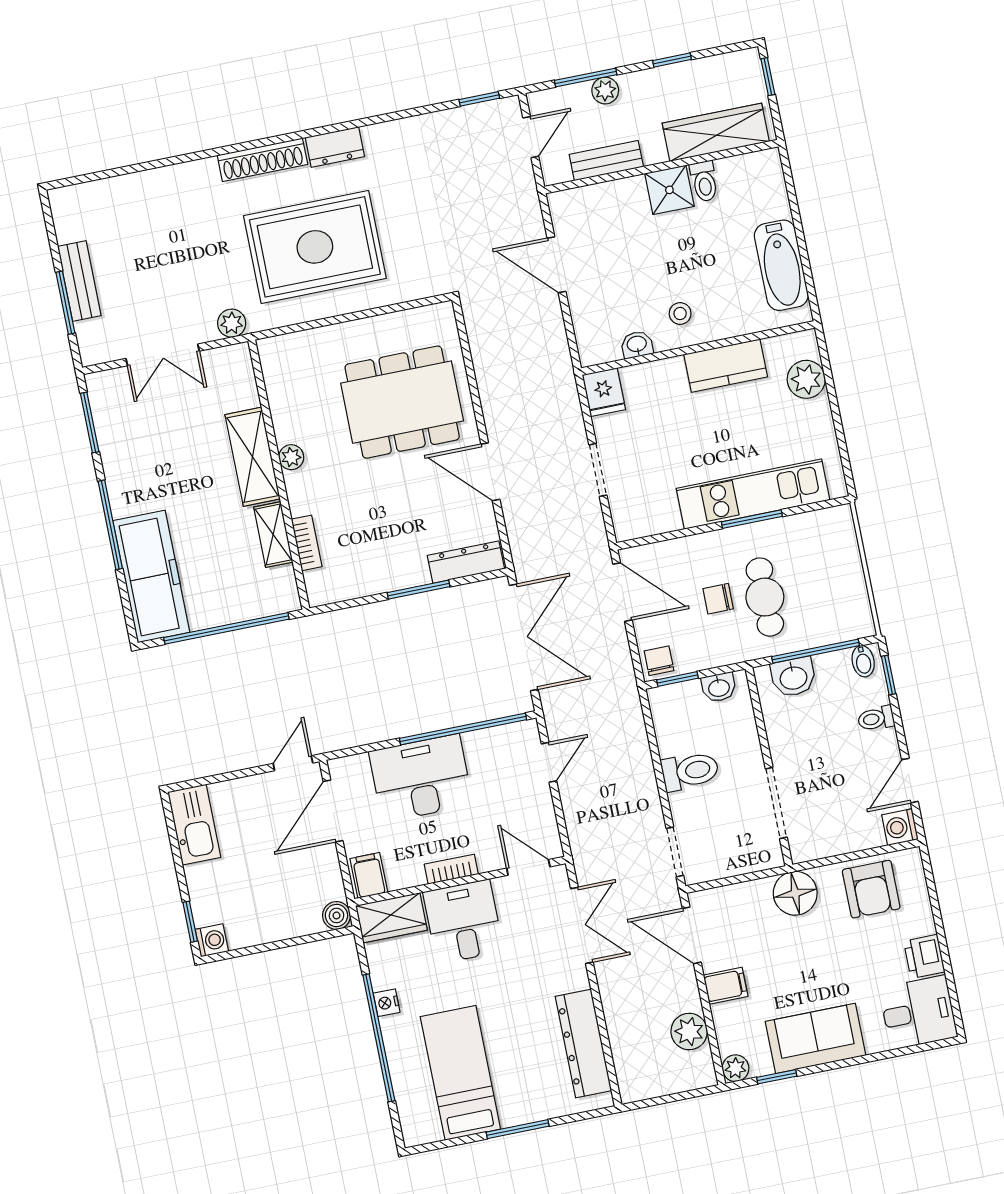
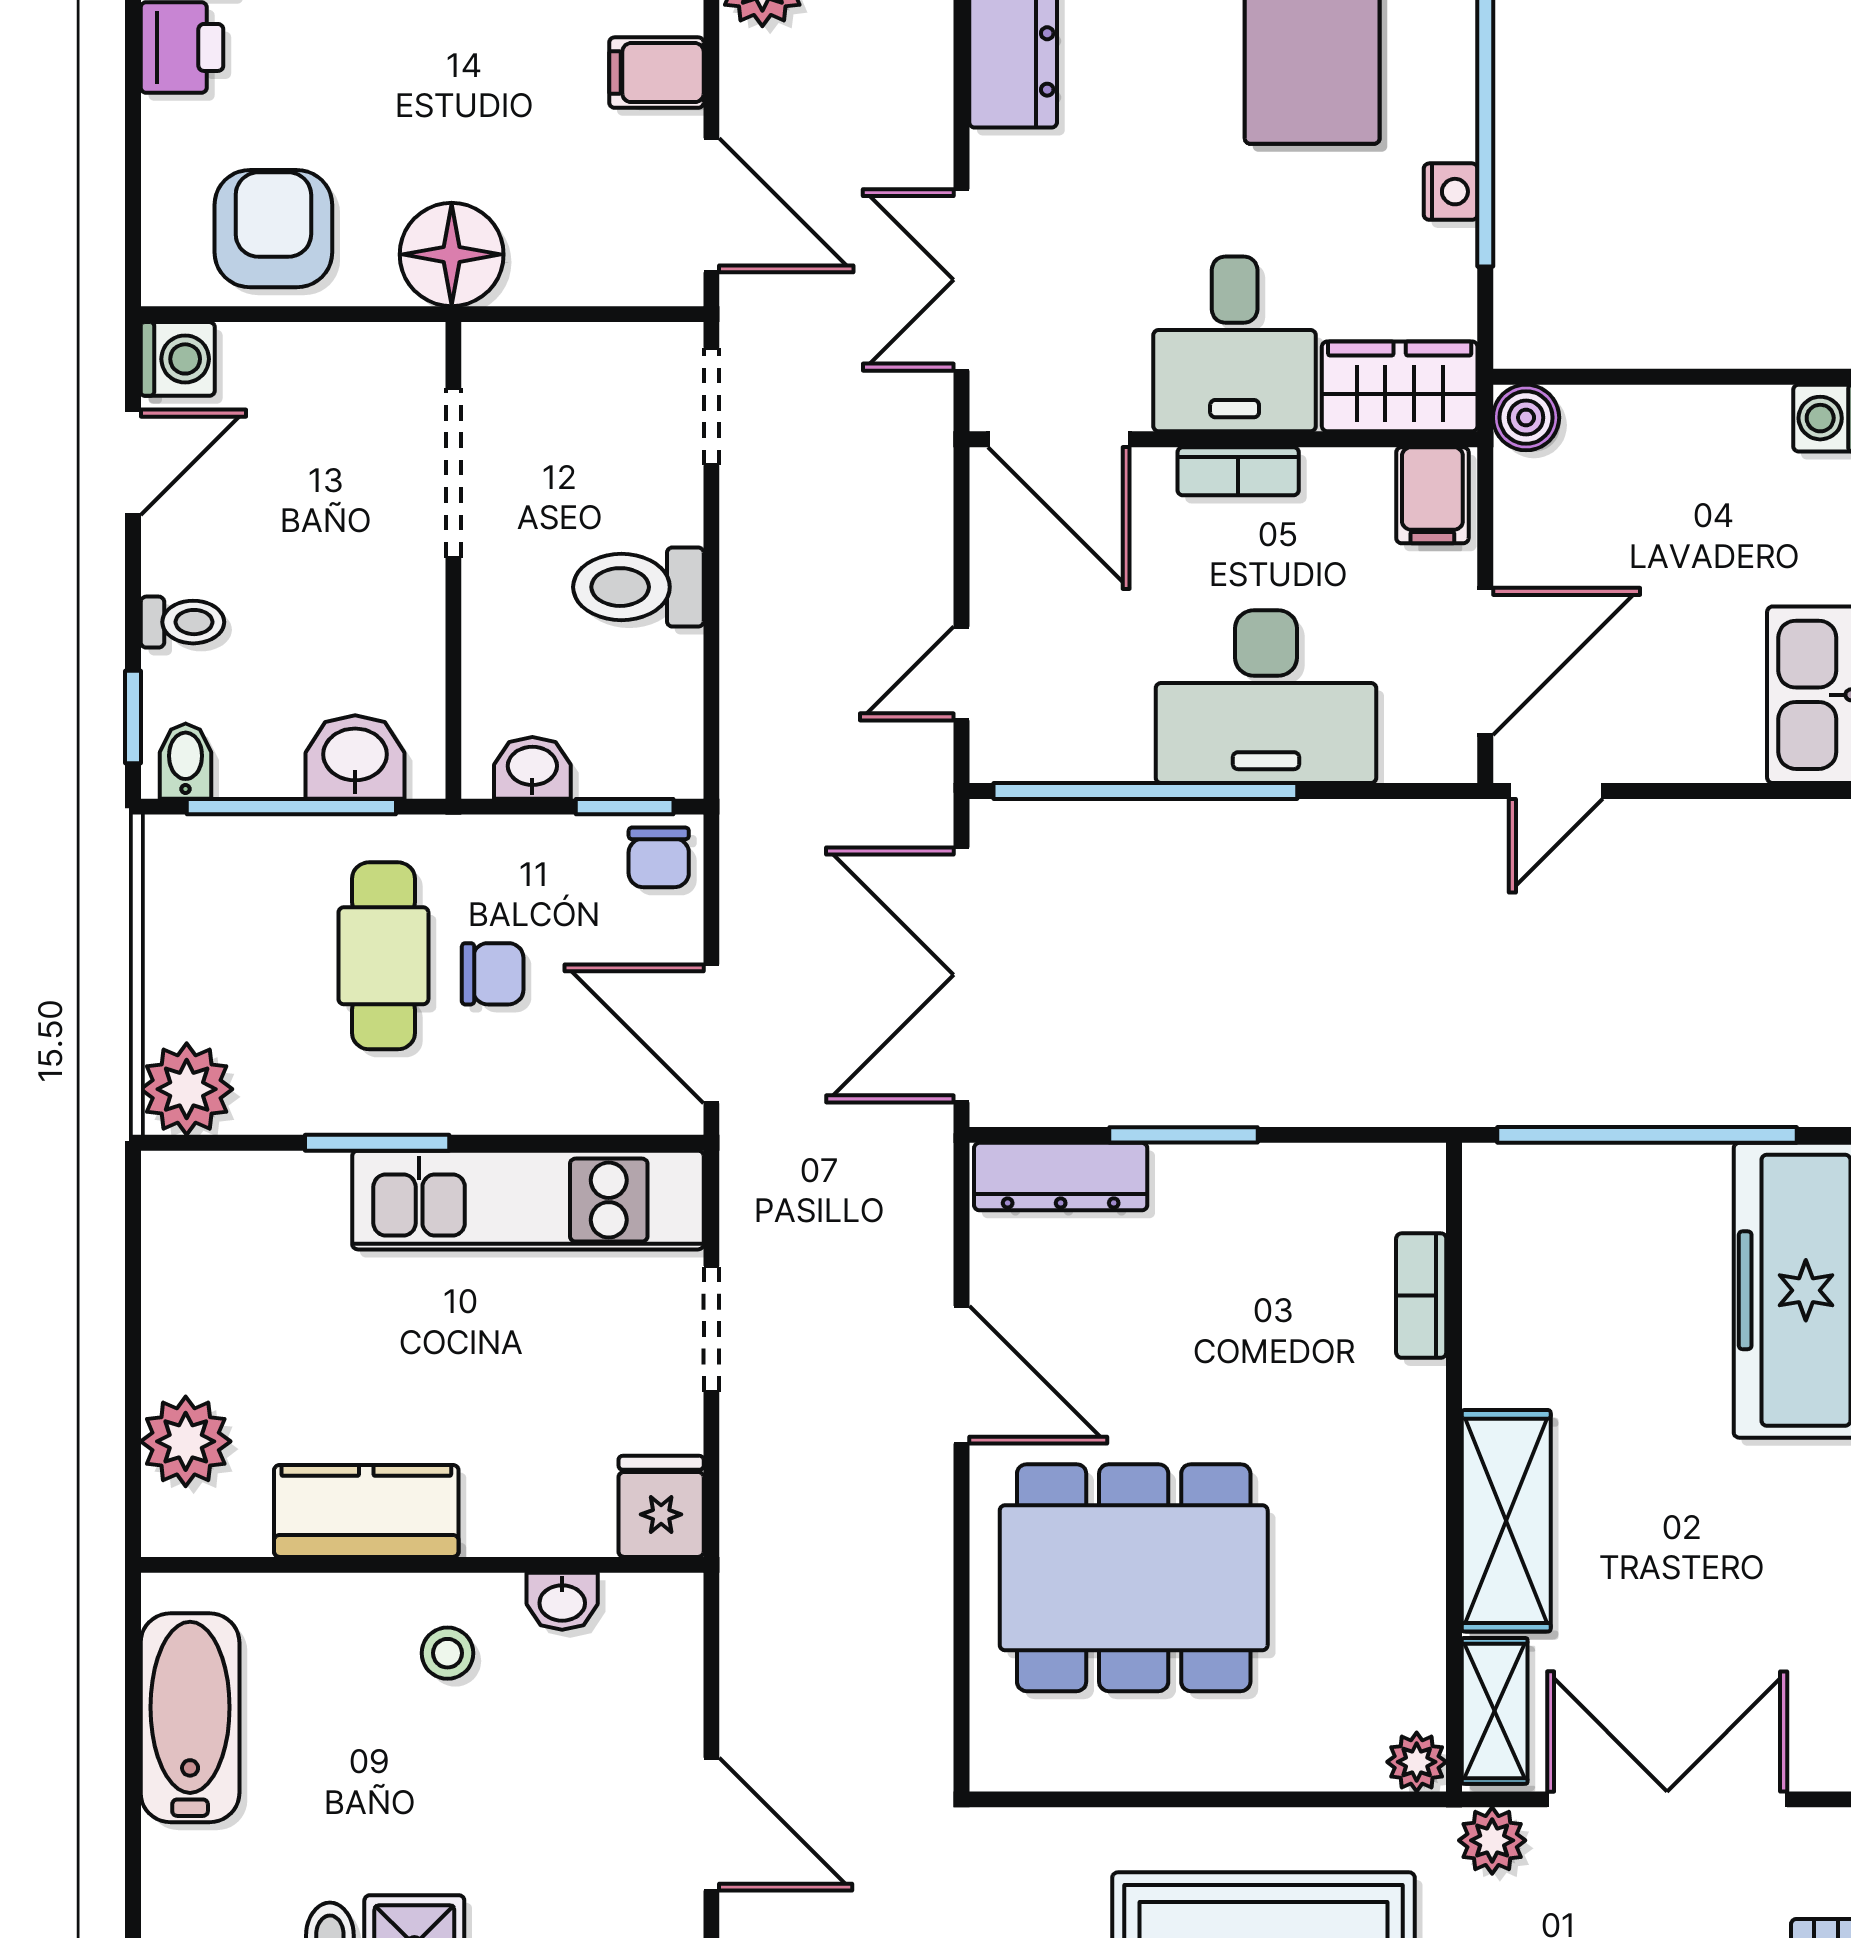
double door: (163, 355) -> (1667, 1799), width x1.37
plant: (291, 457) -> (1417, 1762), moved
kitchen unit: (753, 494) -> (528, 1200), moved
plant: (835, 525) -> (187, 1089), added
shelving: (273, 535) -> (1495, 1711), moved
door: (528, 867) -> (1059, 439), width x1.38

